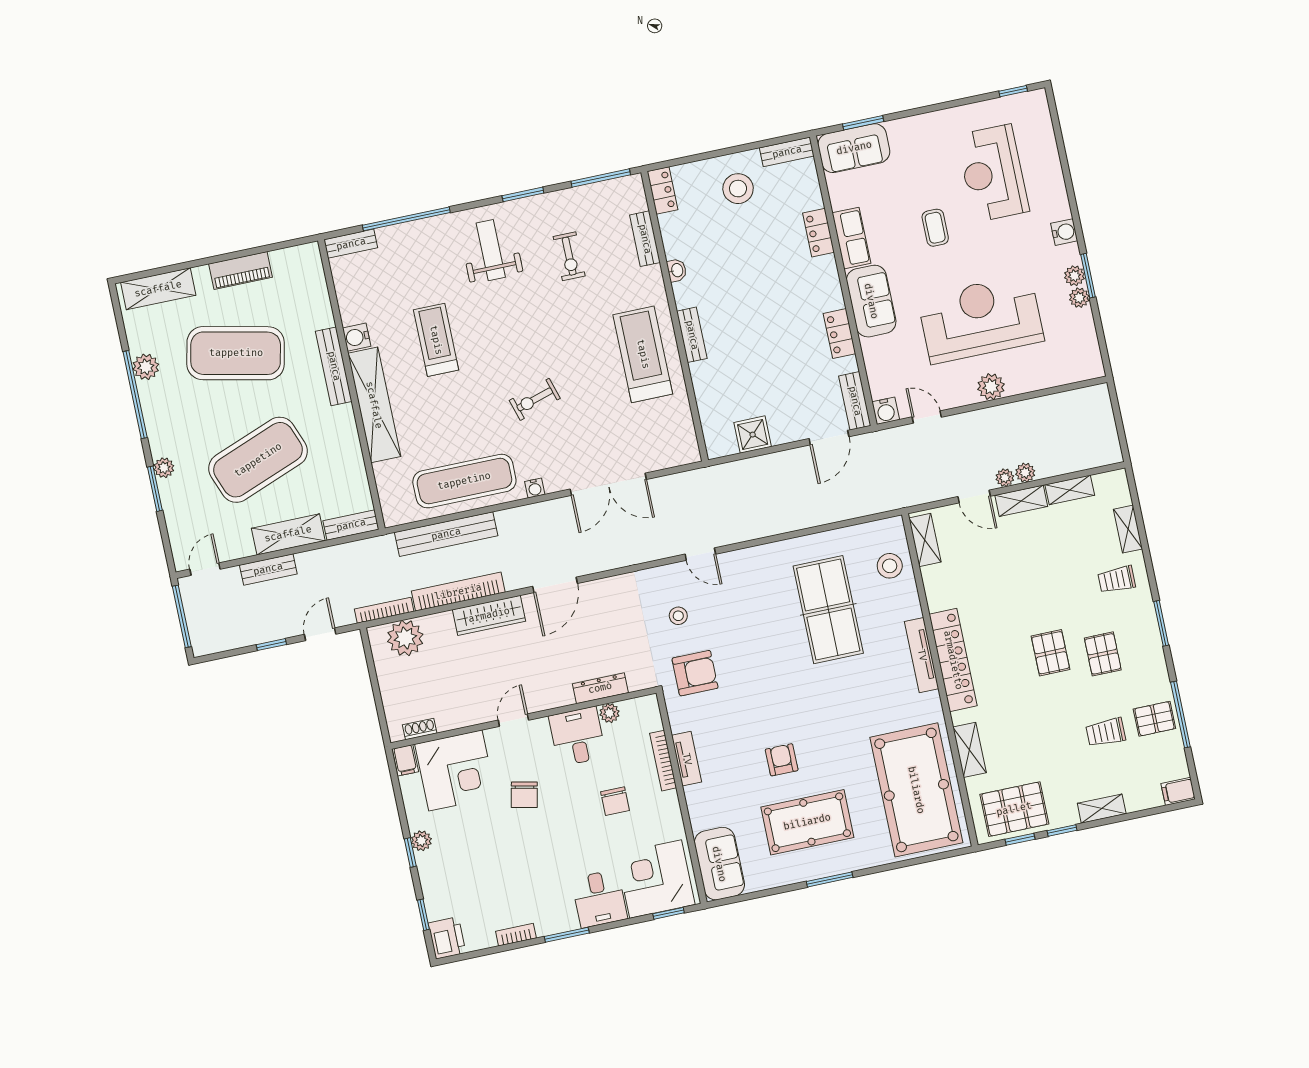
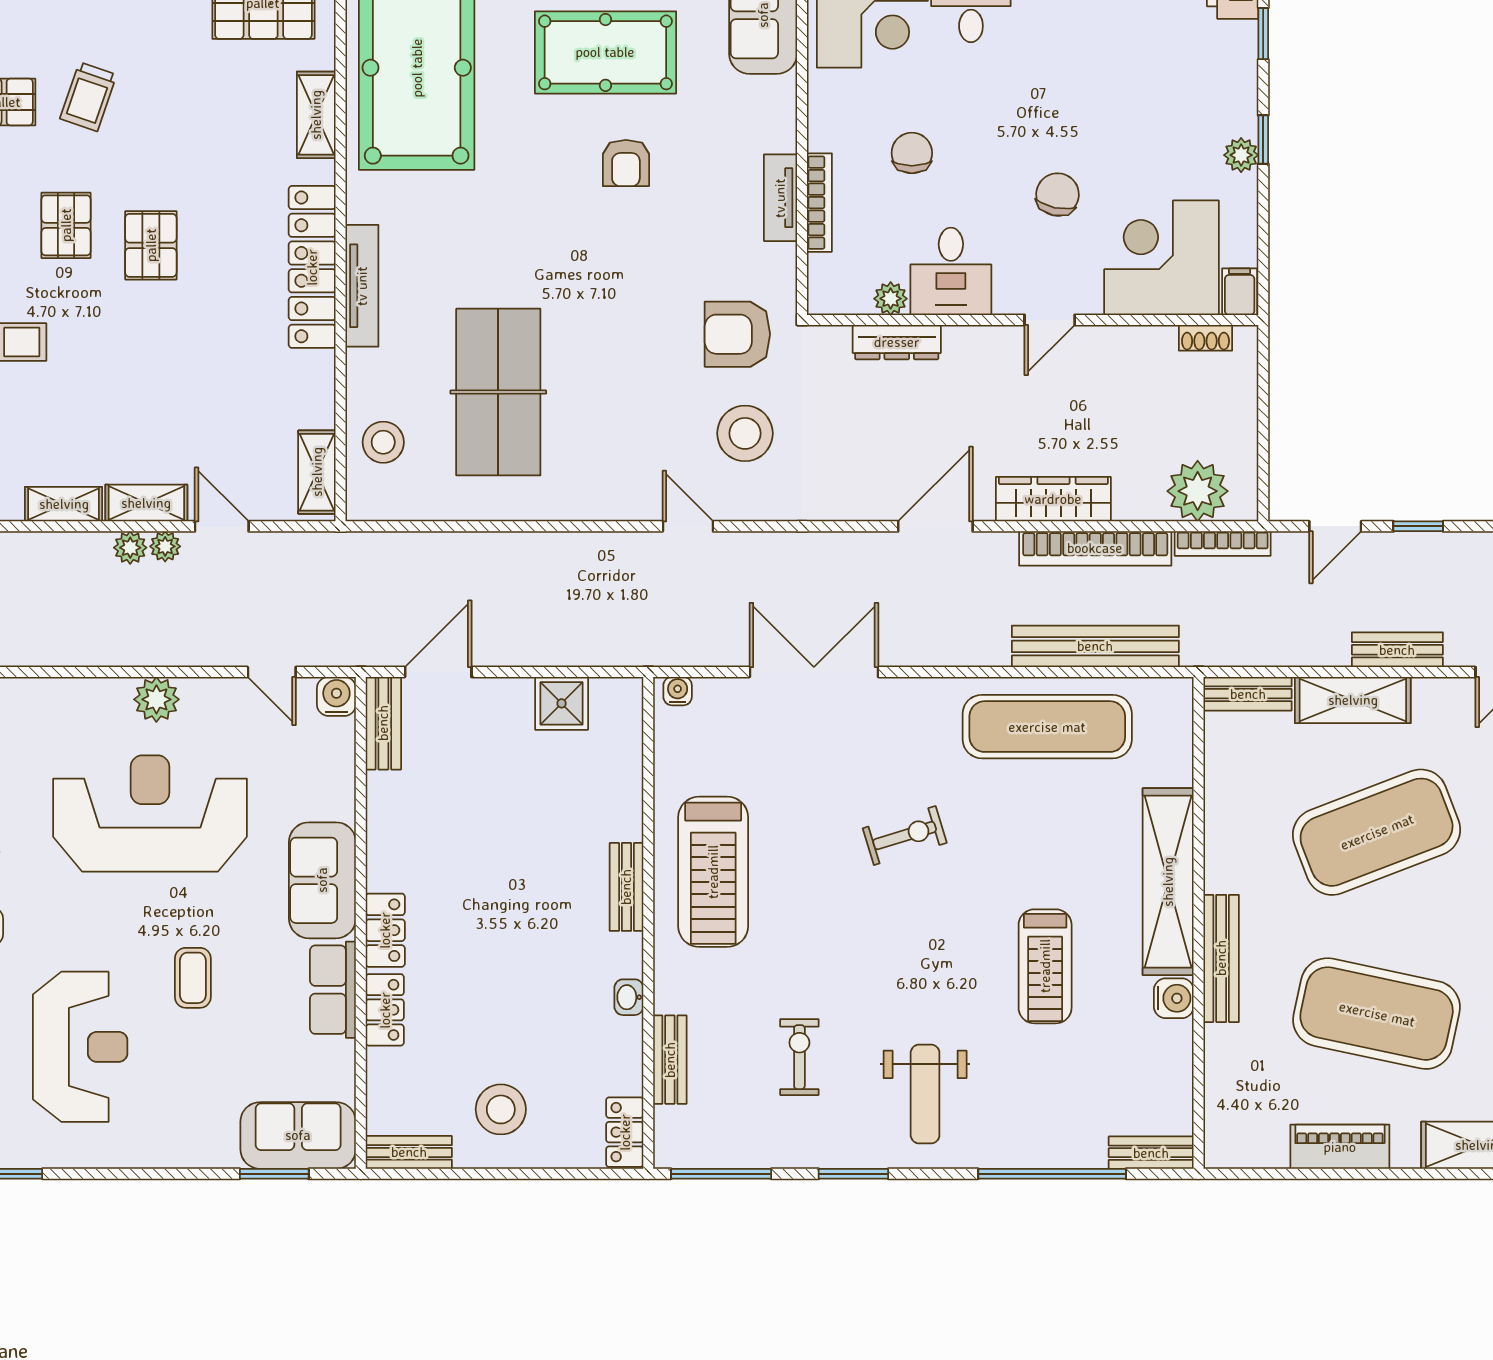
reception desk: (981, 319) -> (150, 814), turned 180
locker: (839, 334) -> (385, 930), moved
water cooler: (535, 488) -> (678, 691), moved
stool: (678, 616) -> (745, 433), width x1.89, depth x1.89
trolley: (1106, 732) -> (88, 97), turned 109

